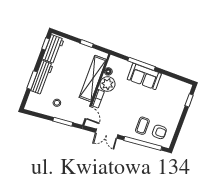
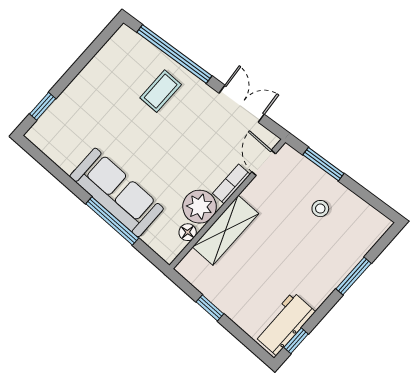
sofa: (144, 76) -> (117, 192), width x1.36
workbench: (42, 77) -> (331, 274), removed
shelving: (93, 78) -> (225, 230), width x0.68
armchair: (159, 132) -> (130, 65), removed

